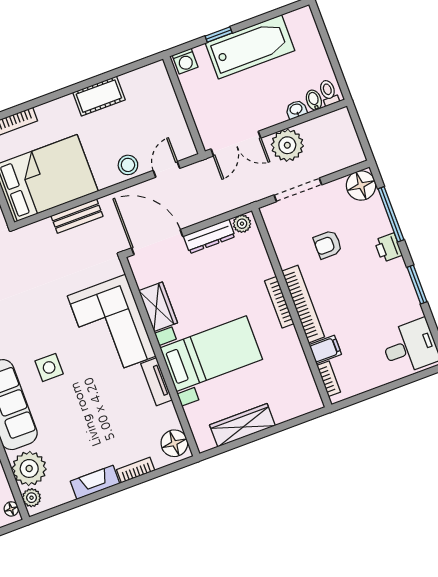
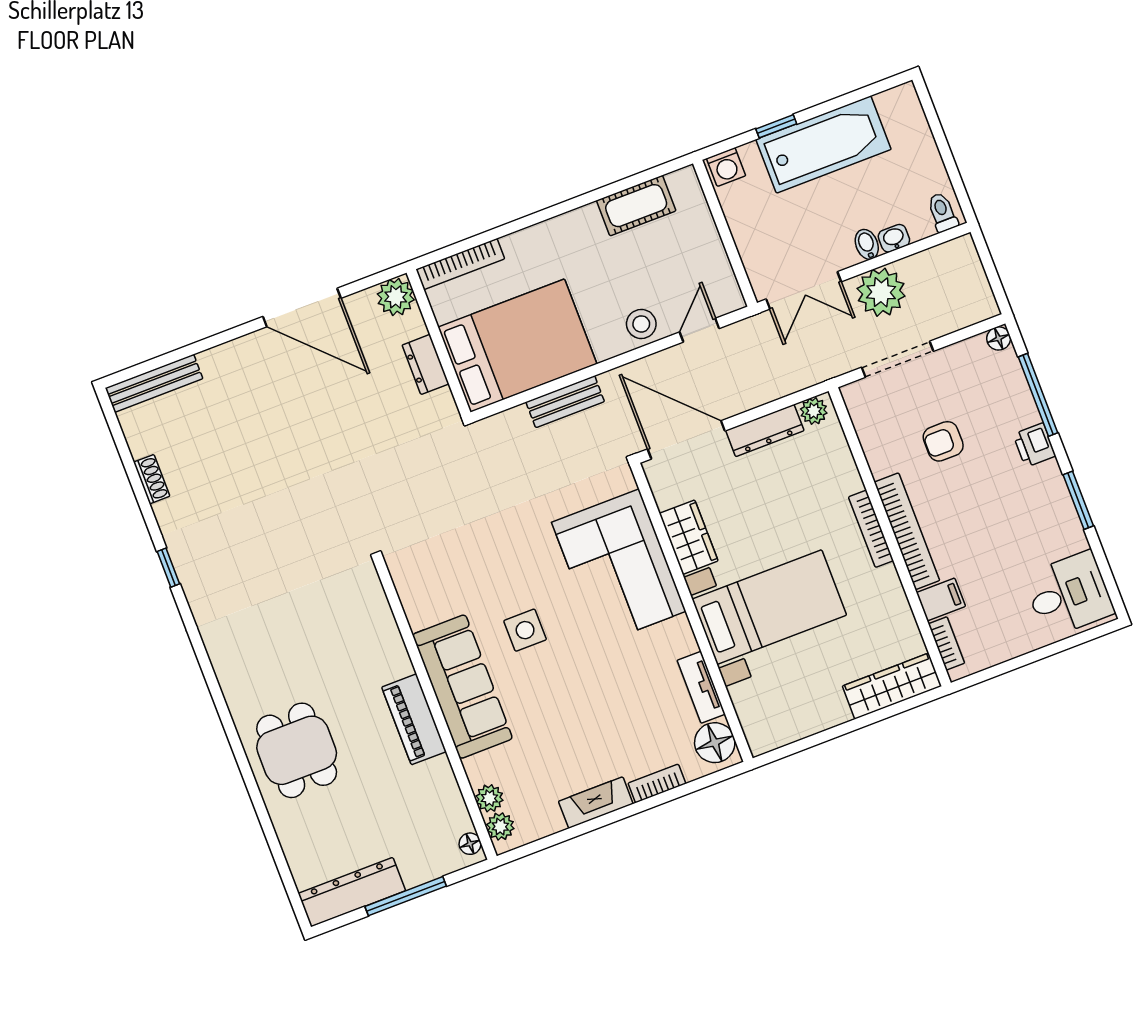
cot: (99, 96) -> (636, 206), moved
bidet: (314, 100) -> (867, 244), moved
floor lamp: (361, 185) -> (999, 338), width x0.53, depth x0.53
tv unit: (156, 382) -> (701, 687), moved
wardrobe: (242, 425) -> (892, 686), moved
plant: (29, 468) -> (489, 798), width x0.53, depth x0.53

